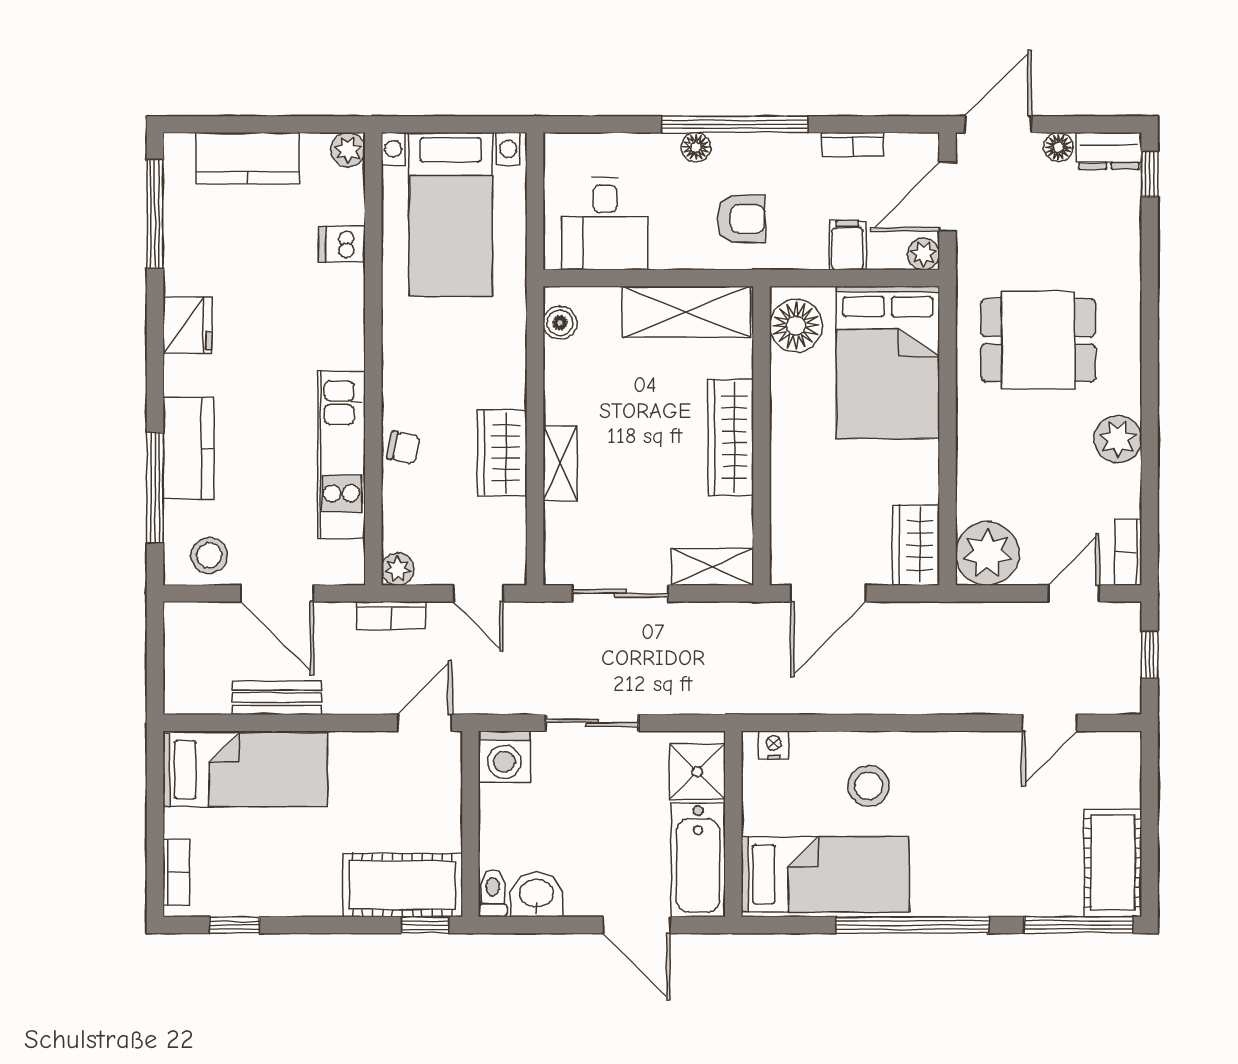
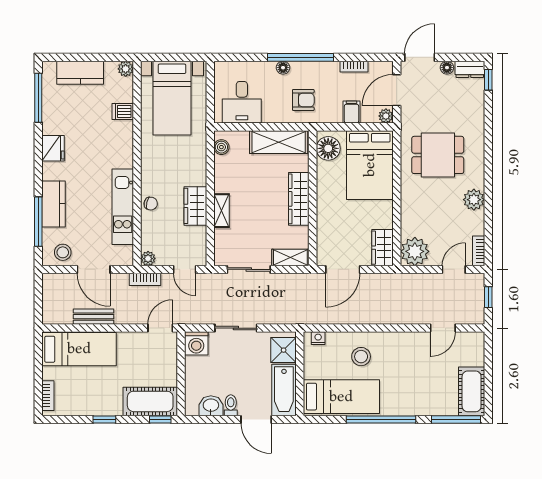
toilet: (493, 894) -> (231, 405), moved
window: (235, 925) -> (104, 419), moved

